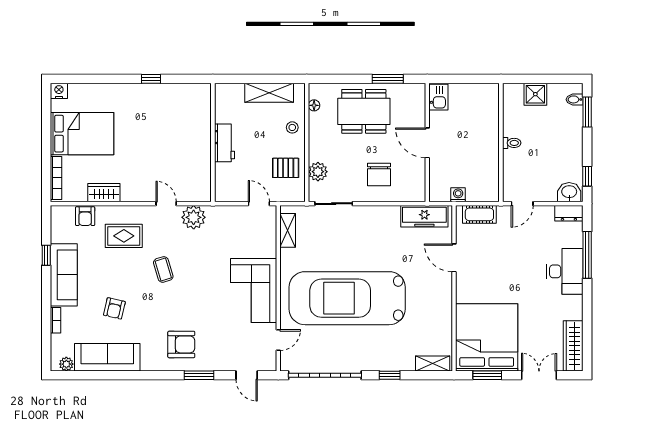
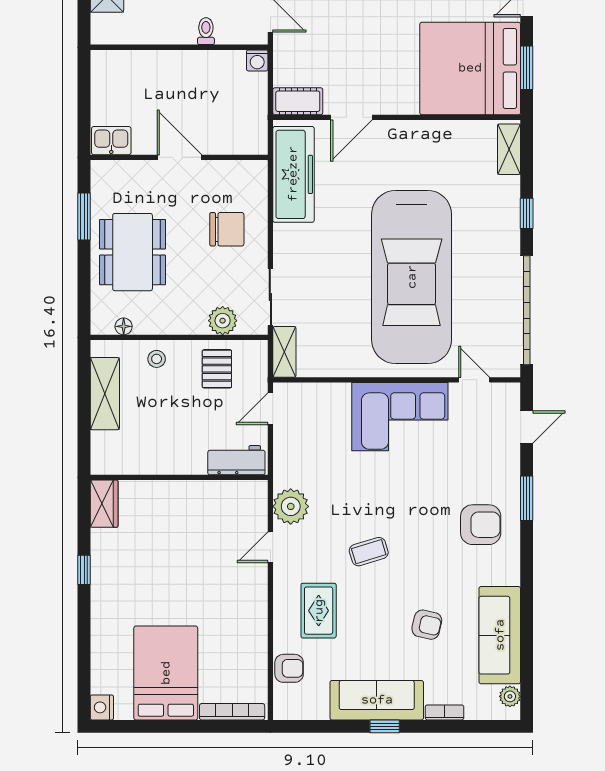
workbench: (224, 143) -> (236, 460), moved
door: (427, 143) -> (179, 157), swing flipped
toilet: (512, 143) -> (206, 31), moved
wardrobe: (104, 193) -> (104, 504), moved, turned 180
washing machine: (458, 195) -> (257, 60), moved, turned -90
cot: (479, 214) -> (298, 101), moved, turned 90
freezer: (424, 216) -> (293, 174), width x1.36, depth x1.26
shelving: (288, 230) -> (284, 352), moved, turned 90
window: (46, 255) -> (385, 726), moved
armchair: (181, 344) -> (481, 525), turned 90

